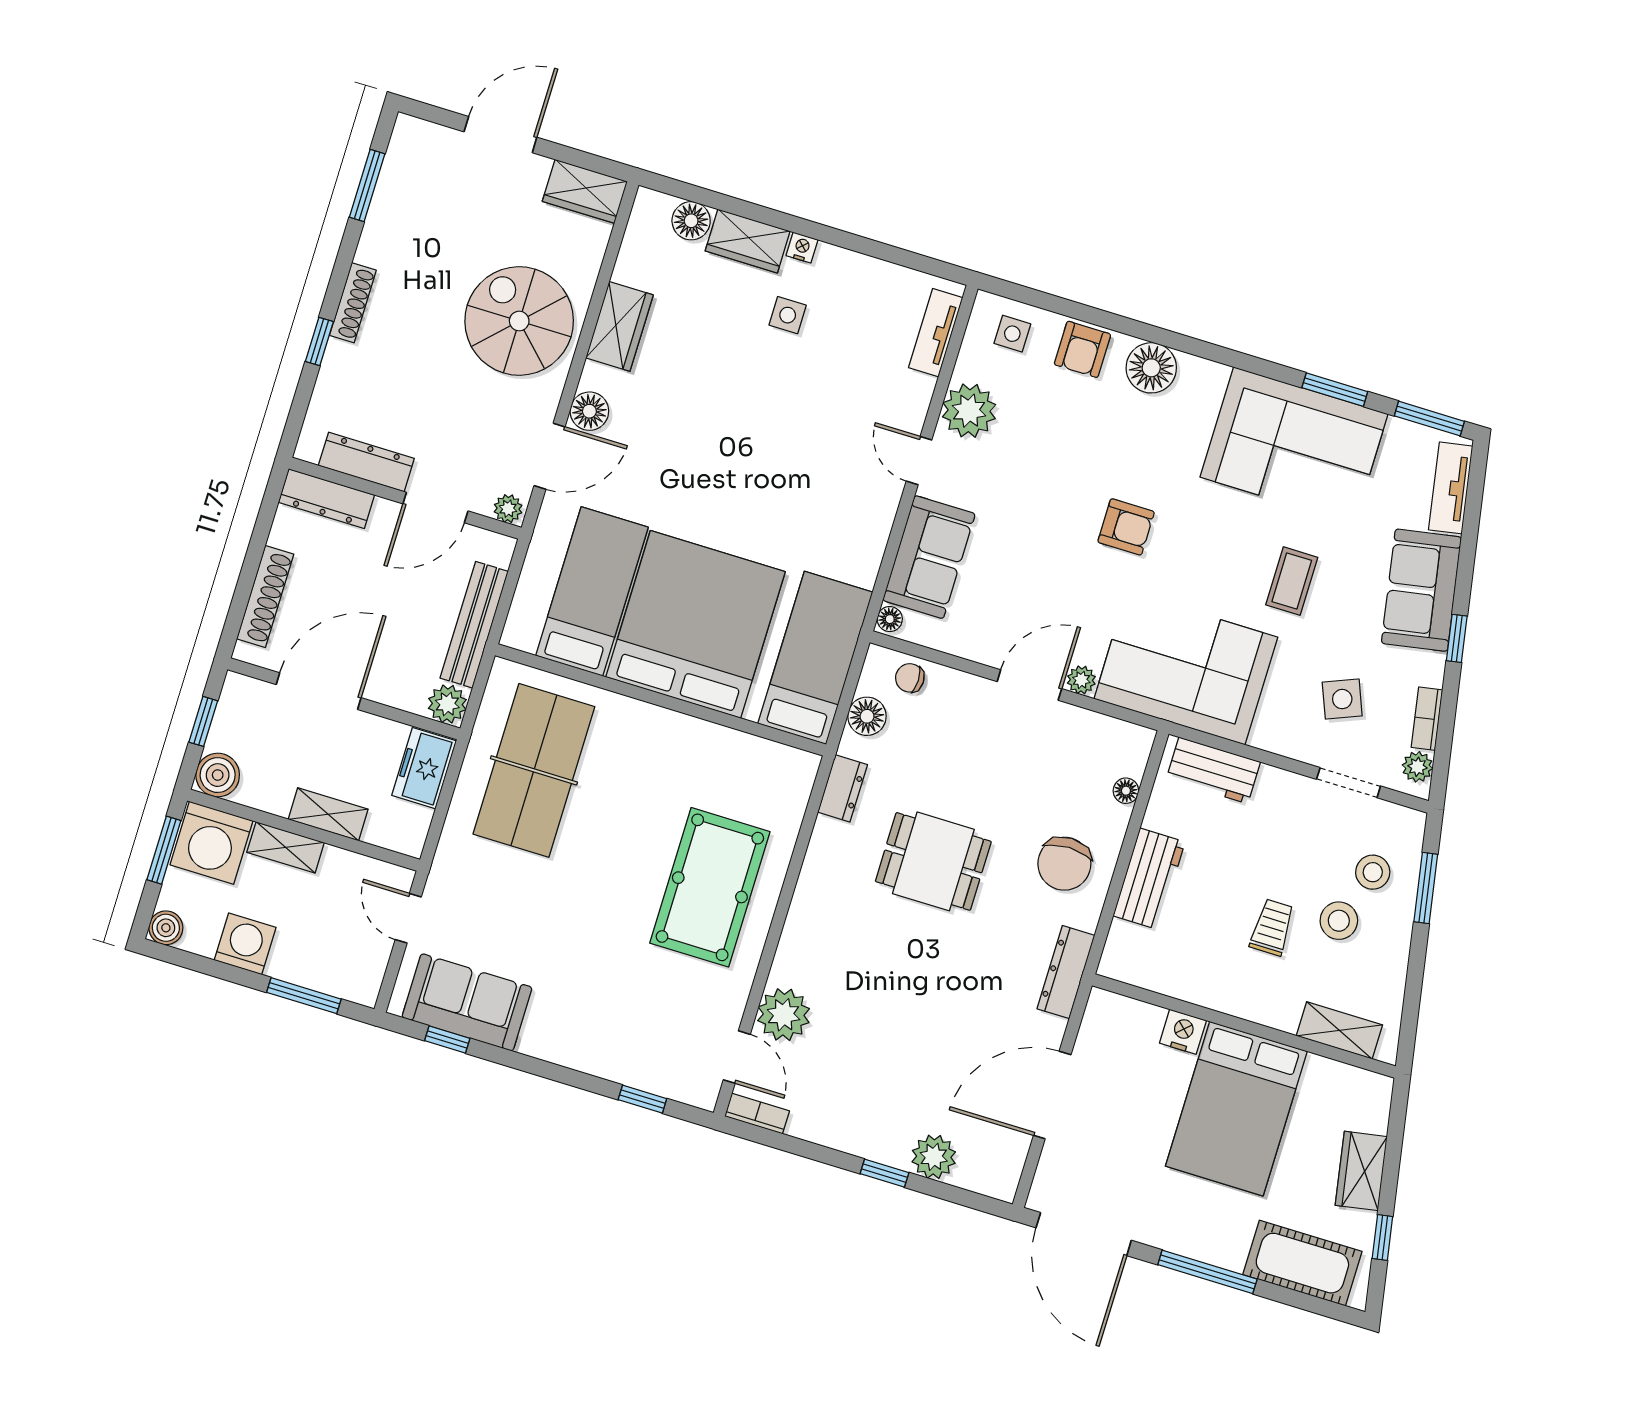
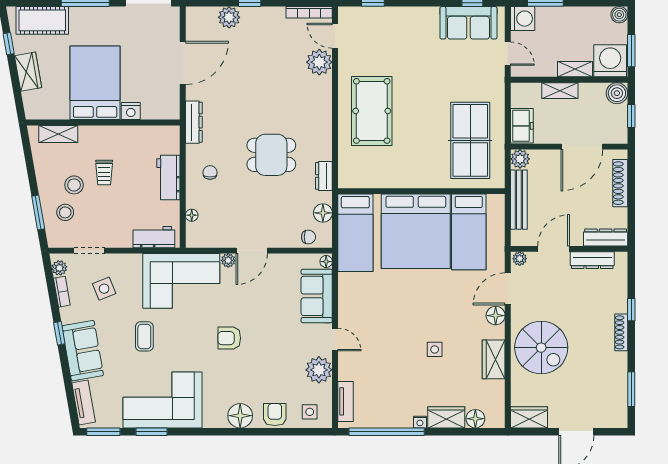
window: (873, 248) -> (387, 432), added
side table: (788, 315) -> (435, 349), moved
chair: (1064, 864) -> (210, 172), width x0.54, depth x0.54
washing machine: (245, 944) -> (523, 19), moved, turned -90
bookcase: (757, 1114) -> (309, 12), width x1.56

